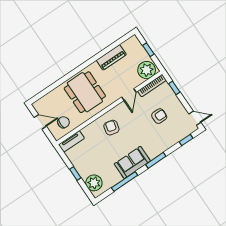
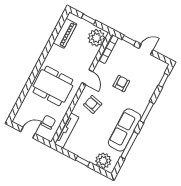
piano: (111, 57) -> (65, 33), moved
door: (129, 95) -> (87, 77), moved
armchair: (159, 116) -> (121, 84), moved
door: (195, 118) -> (146, 49), moved
tv unit: (71, 141) -> (67, 131), width x1.41
sofa: (132, 162) -> (125, 130), width x1.36

